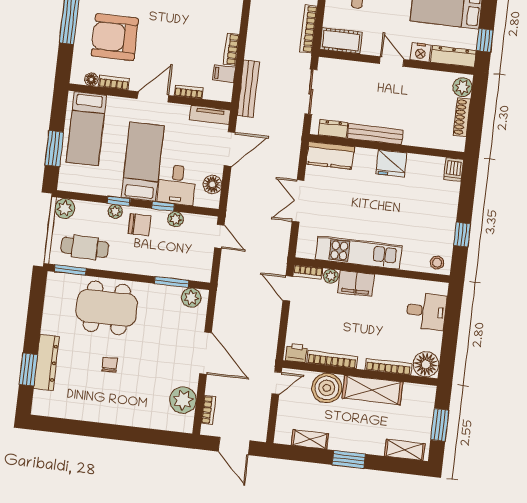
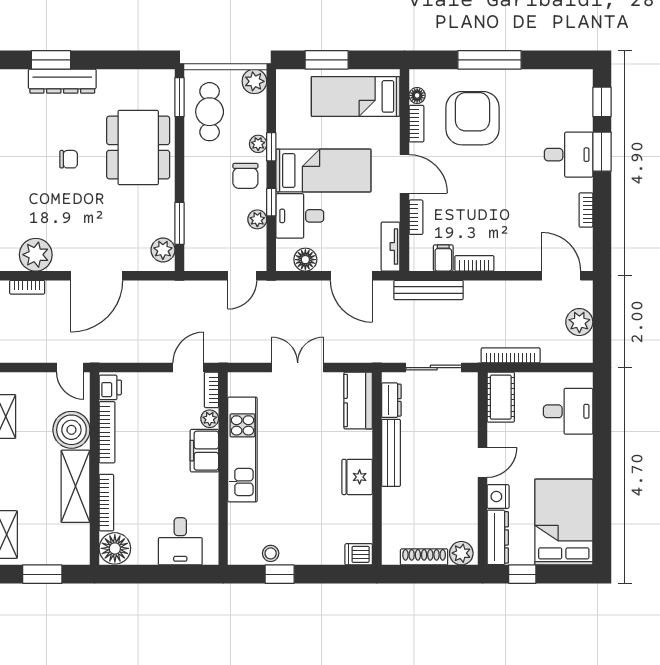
stool: (437, 263) -> (271, 553), moved

